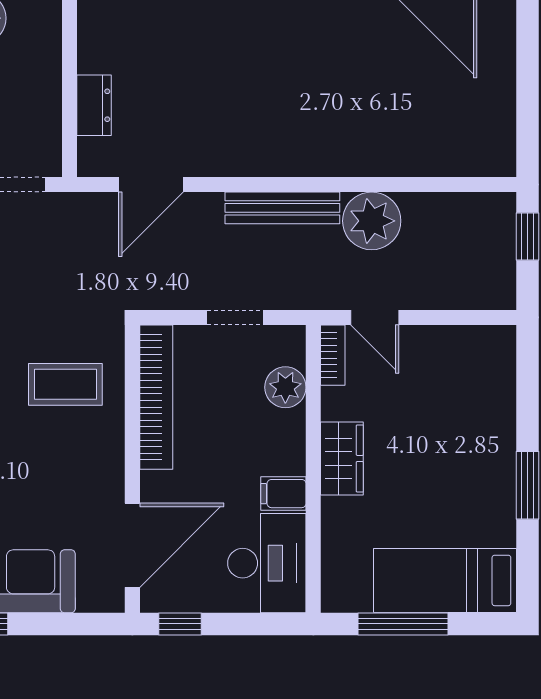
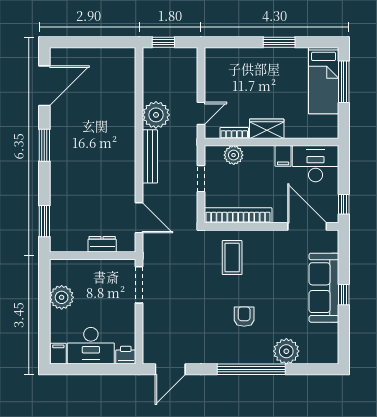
bookcase: (333, 355) -> (234, 133), moved
window: (403, 624) -> (344, 82), moved

